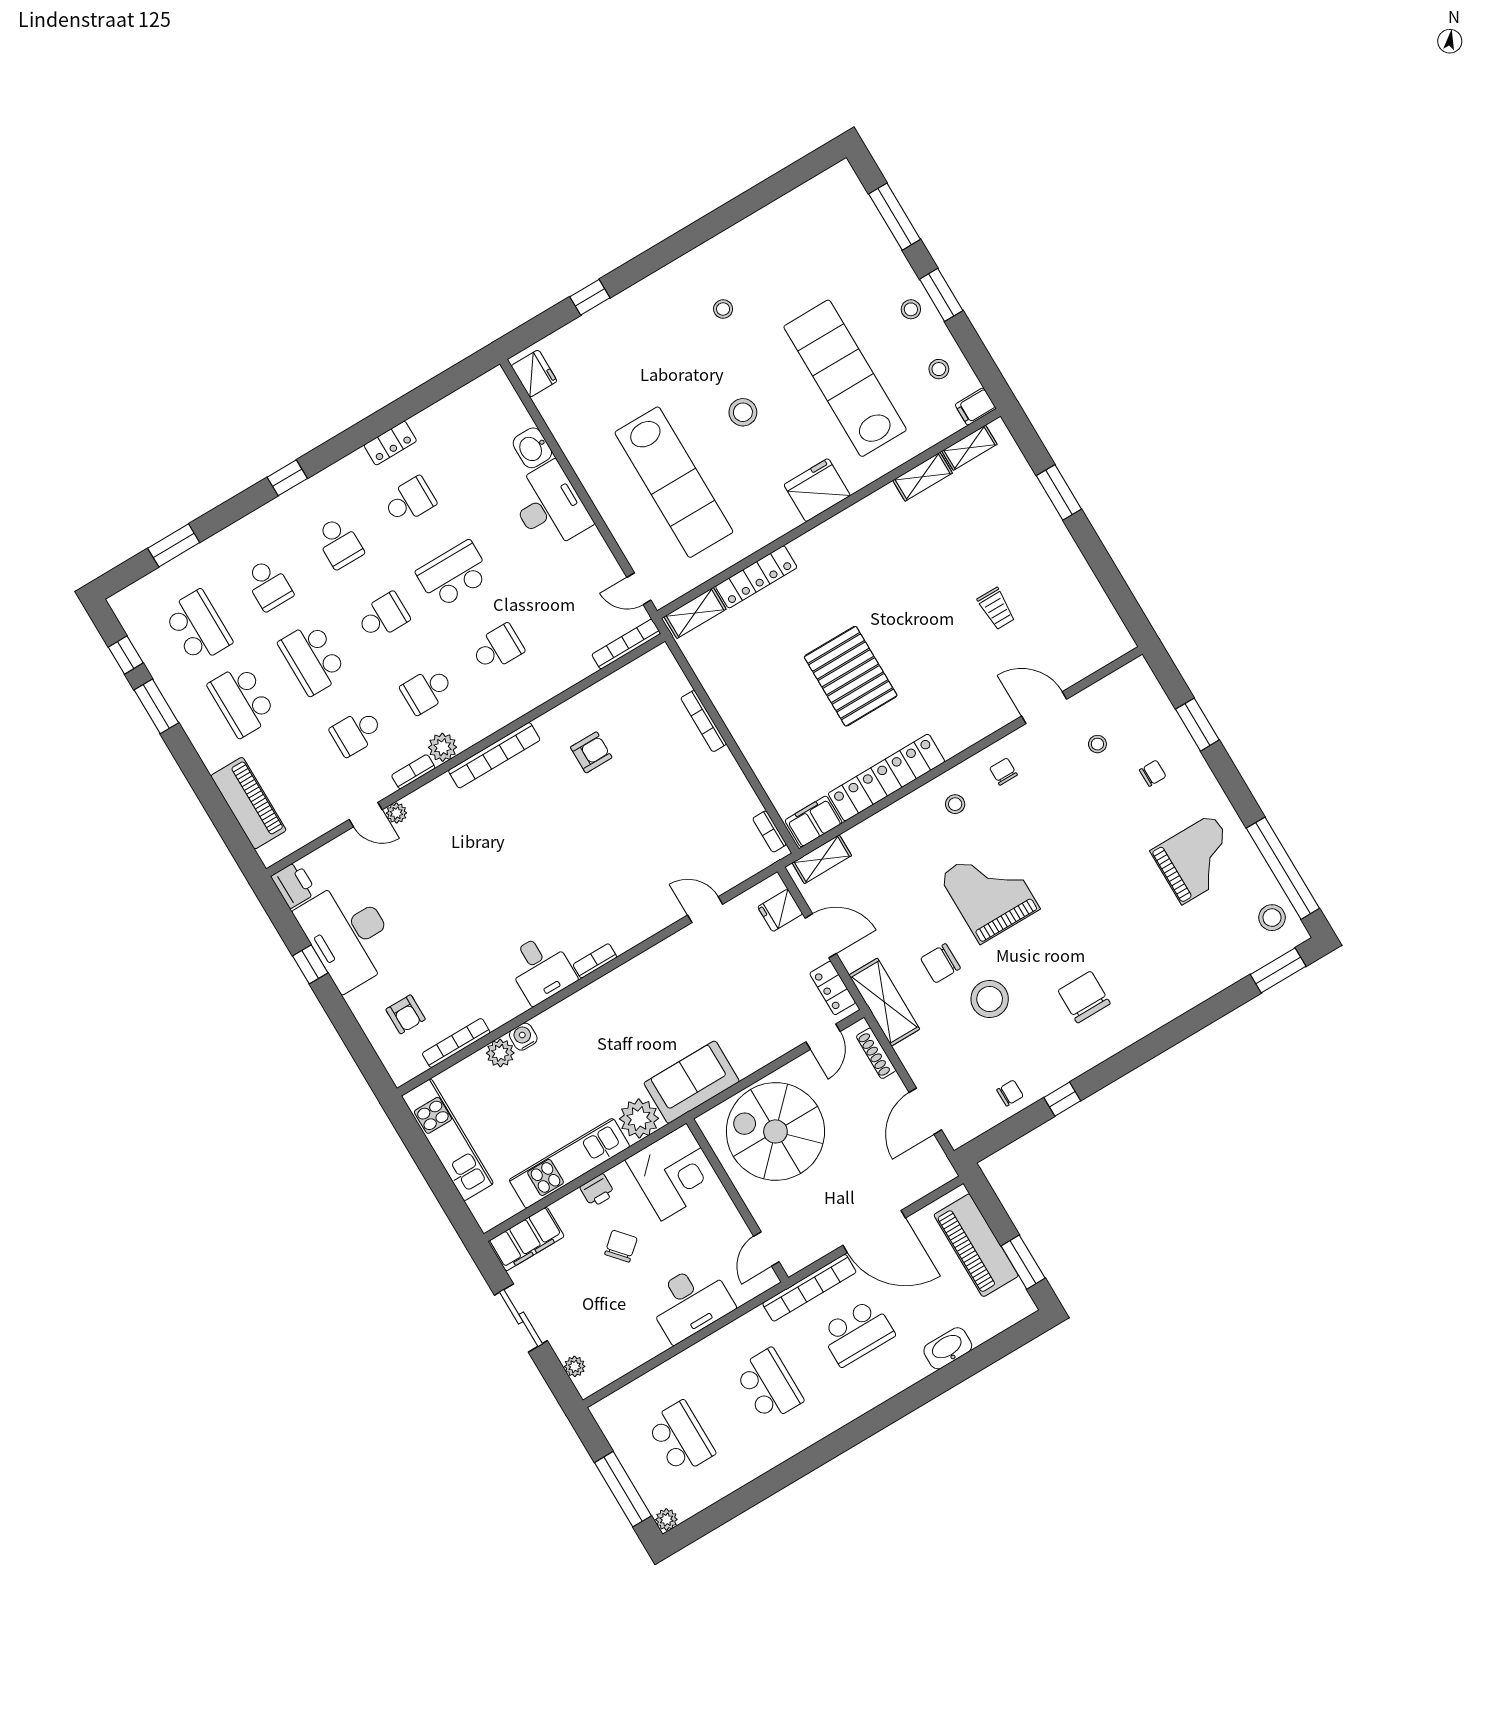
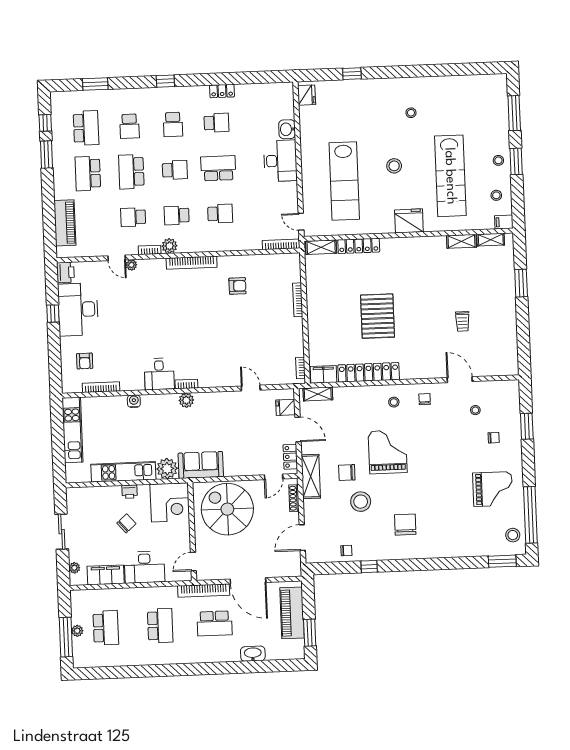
lab bench: (845, 378) -> (450, 176), turned 180
plant: (500, 1053) -> (186, 400), moved
filing cabinet: (526, 1239) -> (106, 575), moved, turned 180
plant: (666, 1520) -> (77, 631), moved

